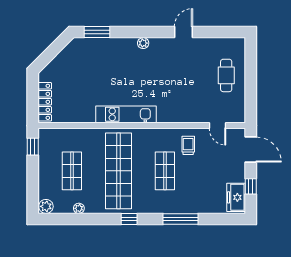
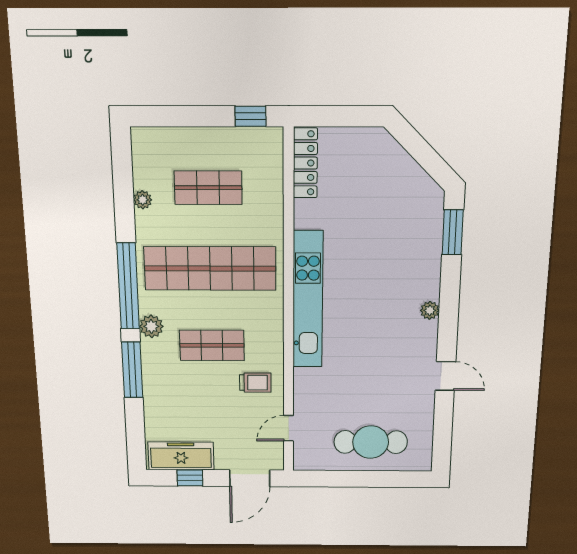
cafe table: (226, 75) -> (371, 442), width x1.37, depth x1.35
locker: (45, 102) -> (305, 163), moved, turned -90
kitchen unit: (126, 114) -> (308, 300), width x1.36
freezer: (236, 197) -> (181, 456), width x1.40
plant: (46, 206) -> (151, 326), moved
window: (129, 219) -> (128, 286), width x3.17

